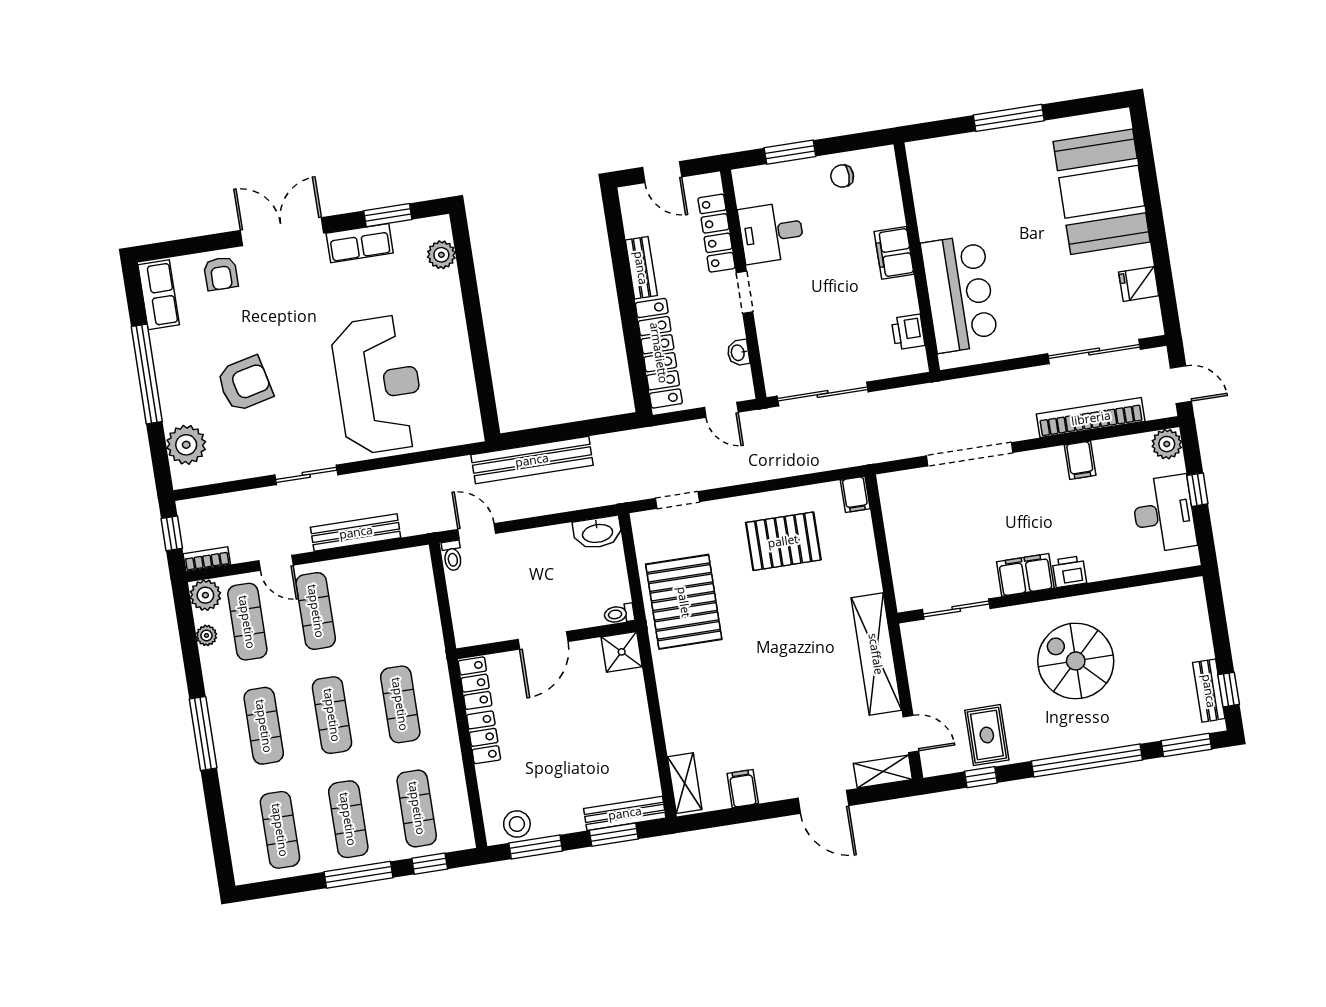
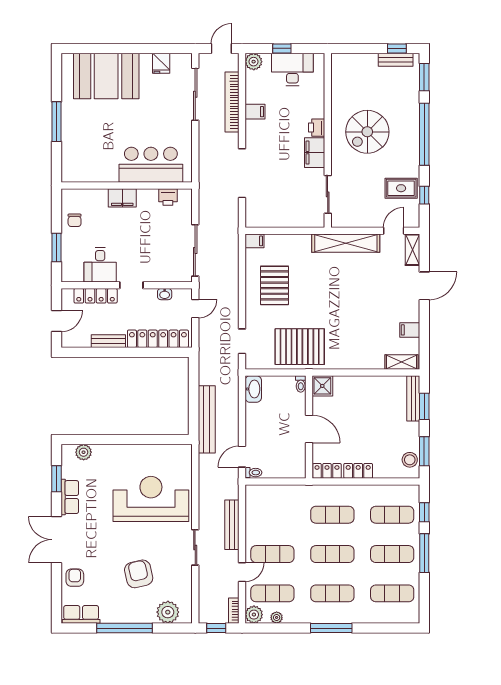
armchair: (221, 274) -> (75, 578), turned -90

